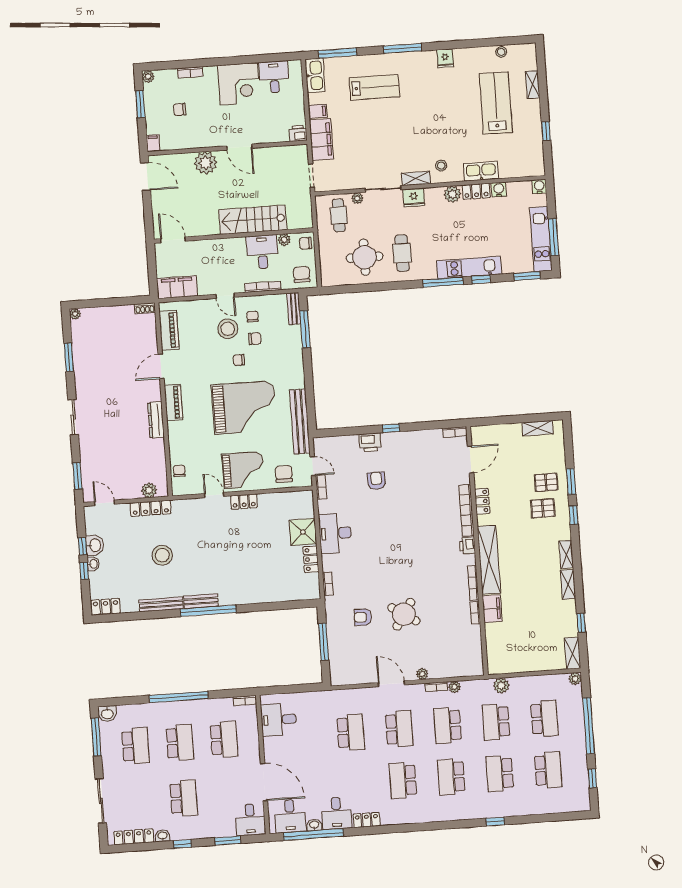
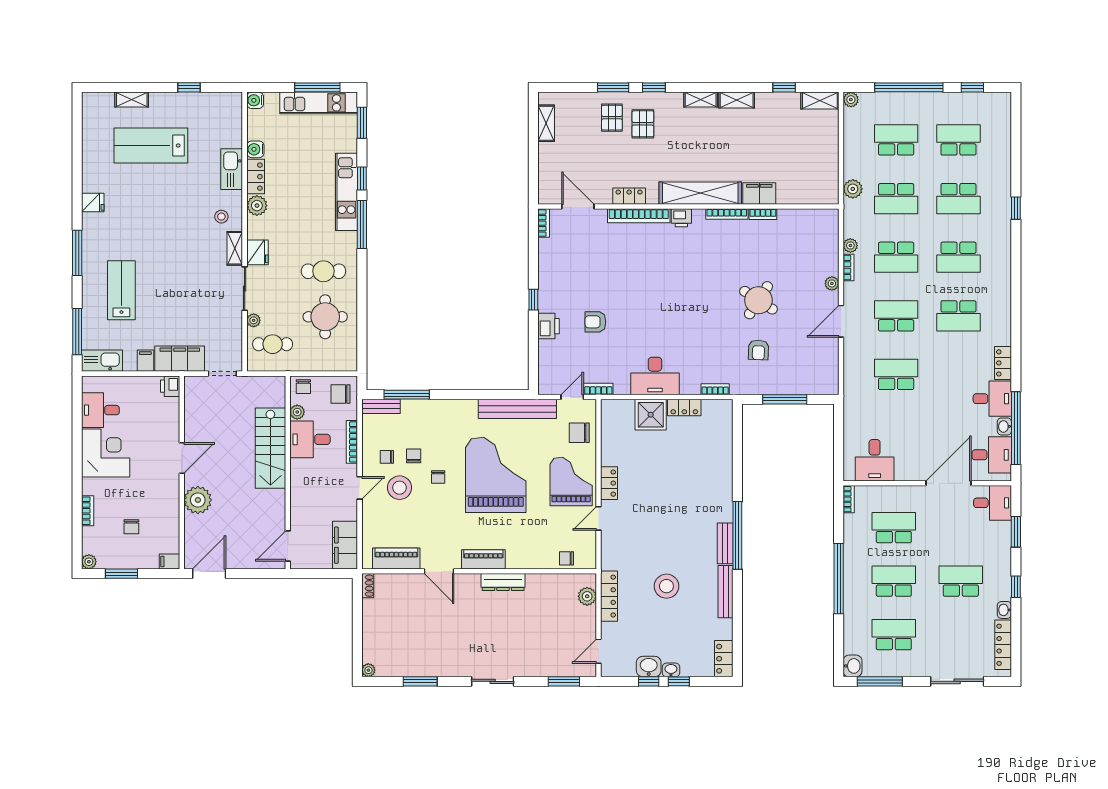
stool: (501, 52) -> (90, 134), removed

